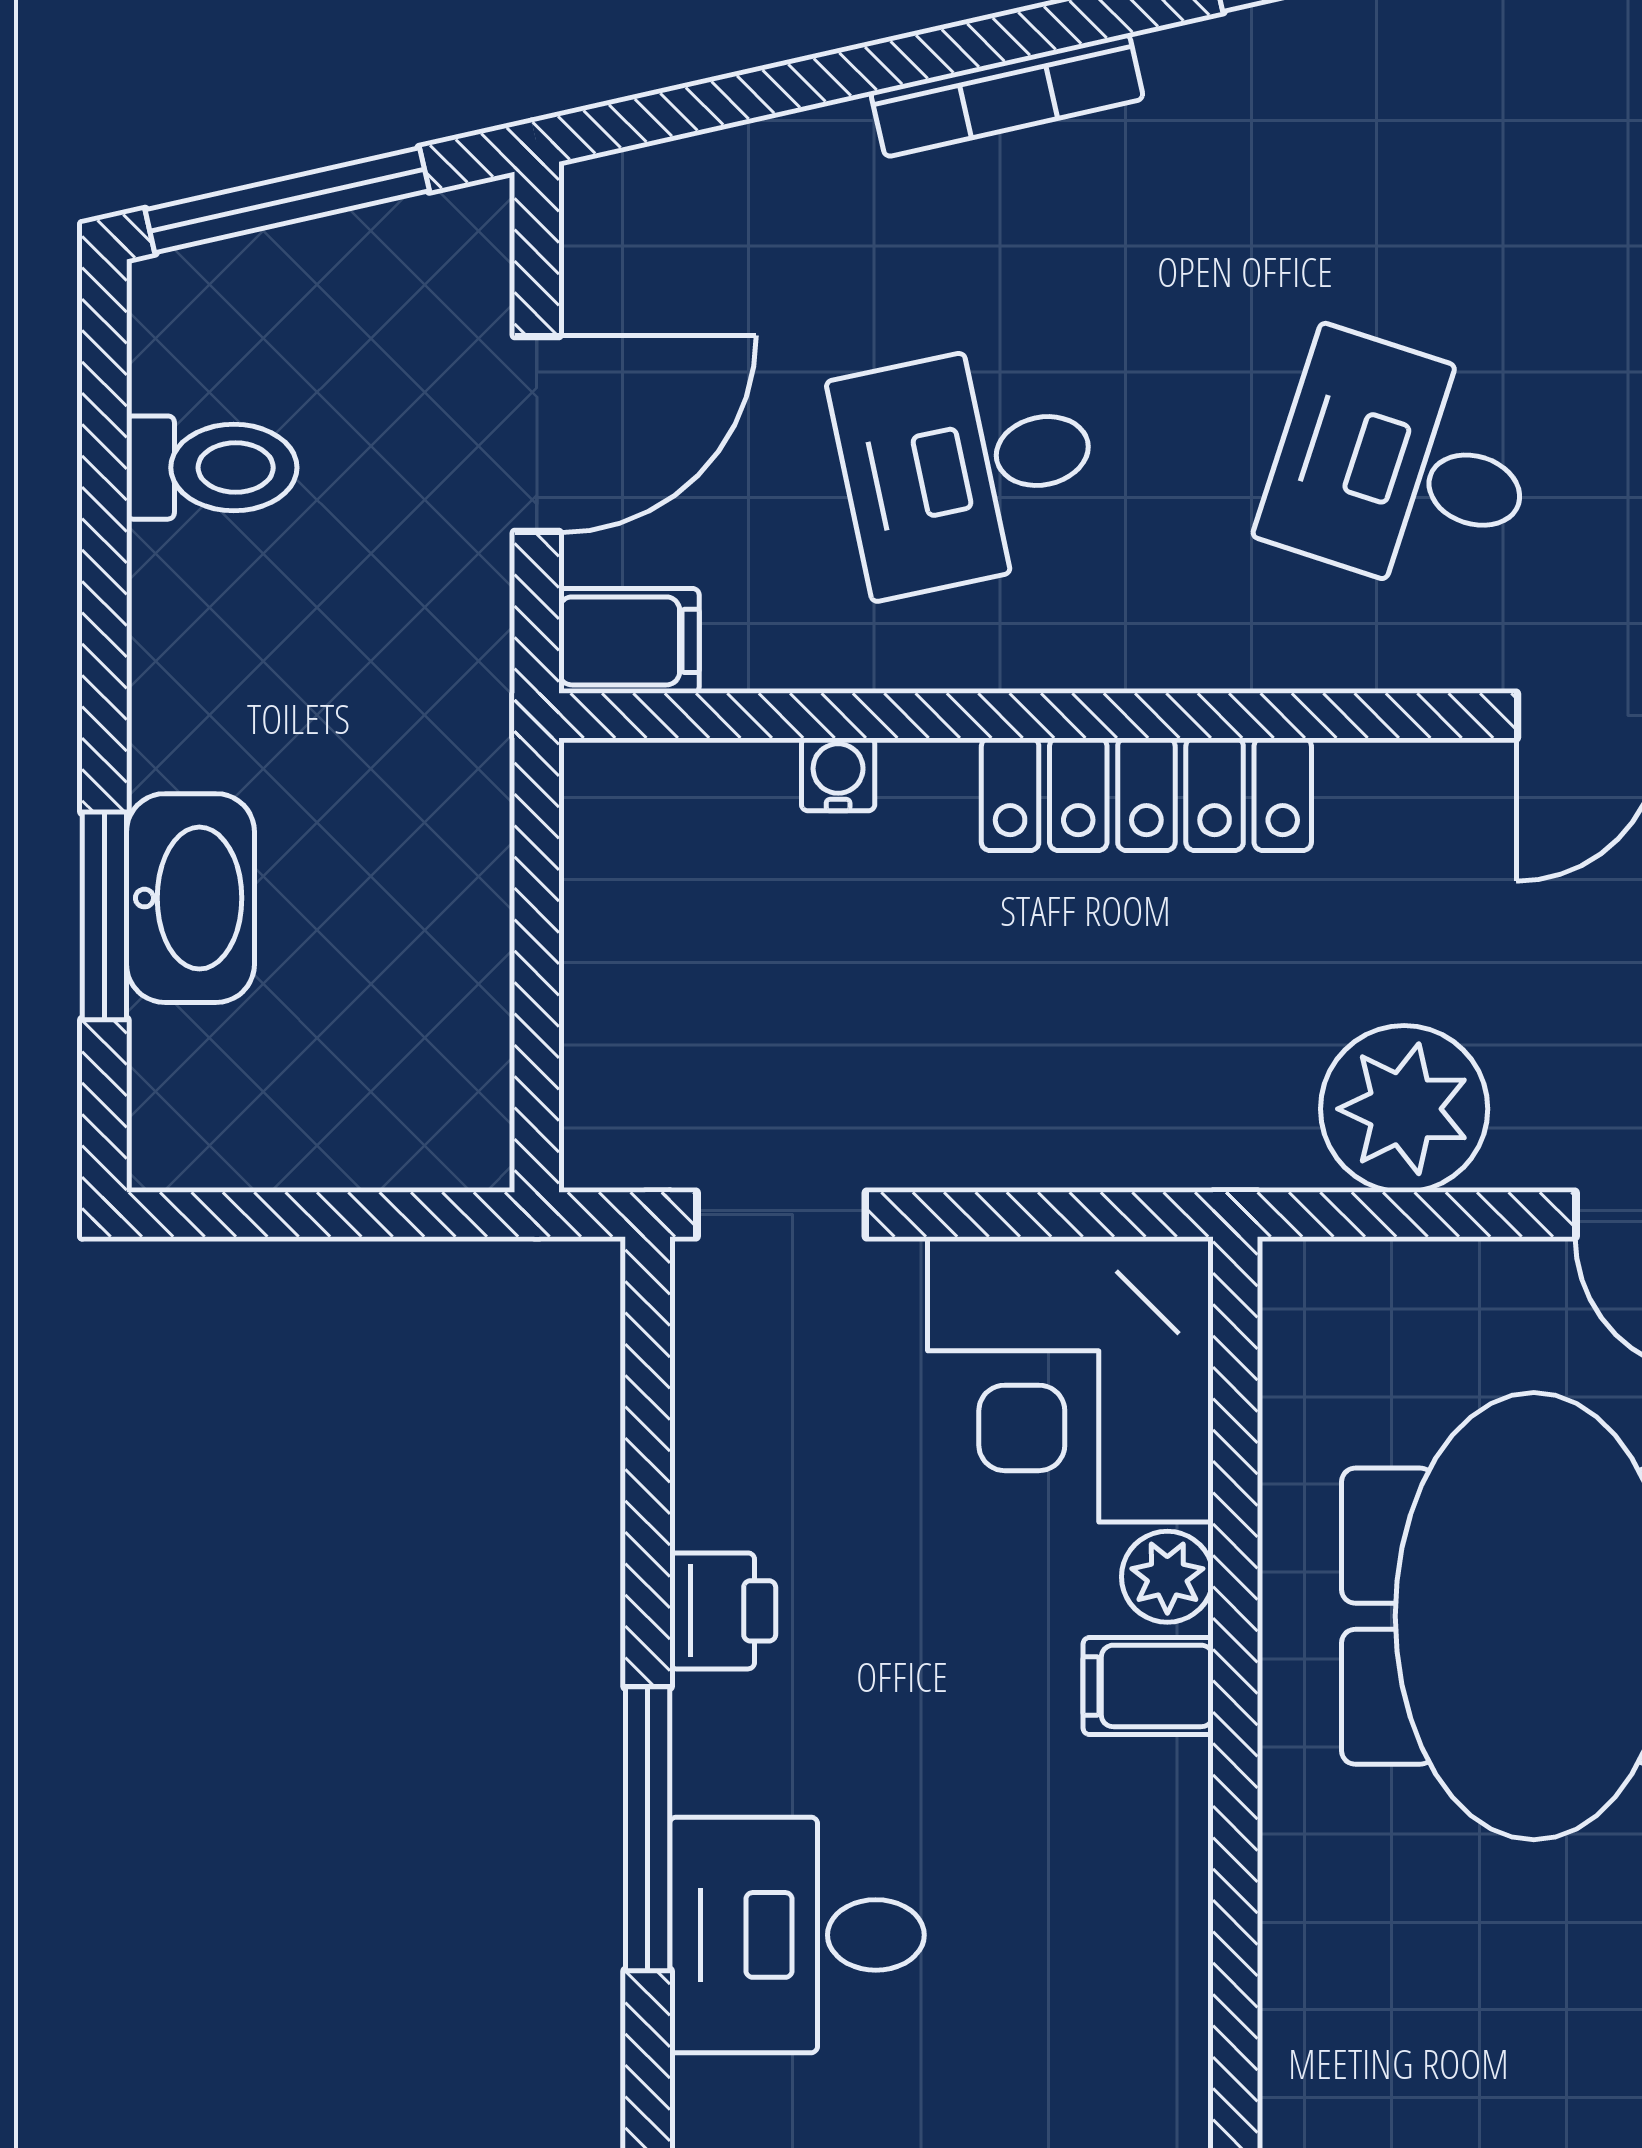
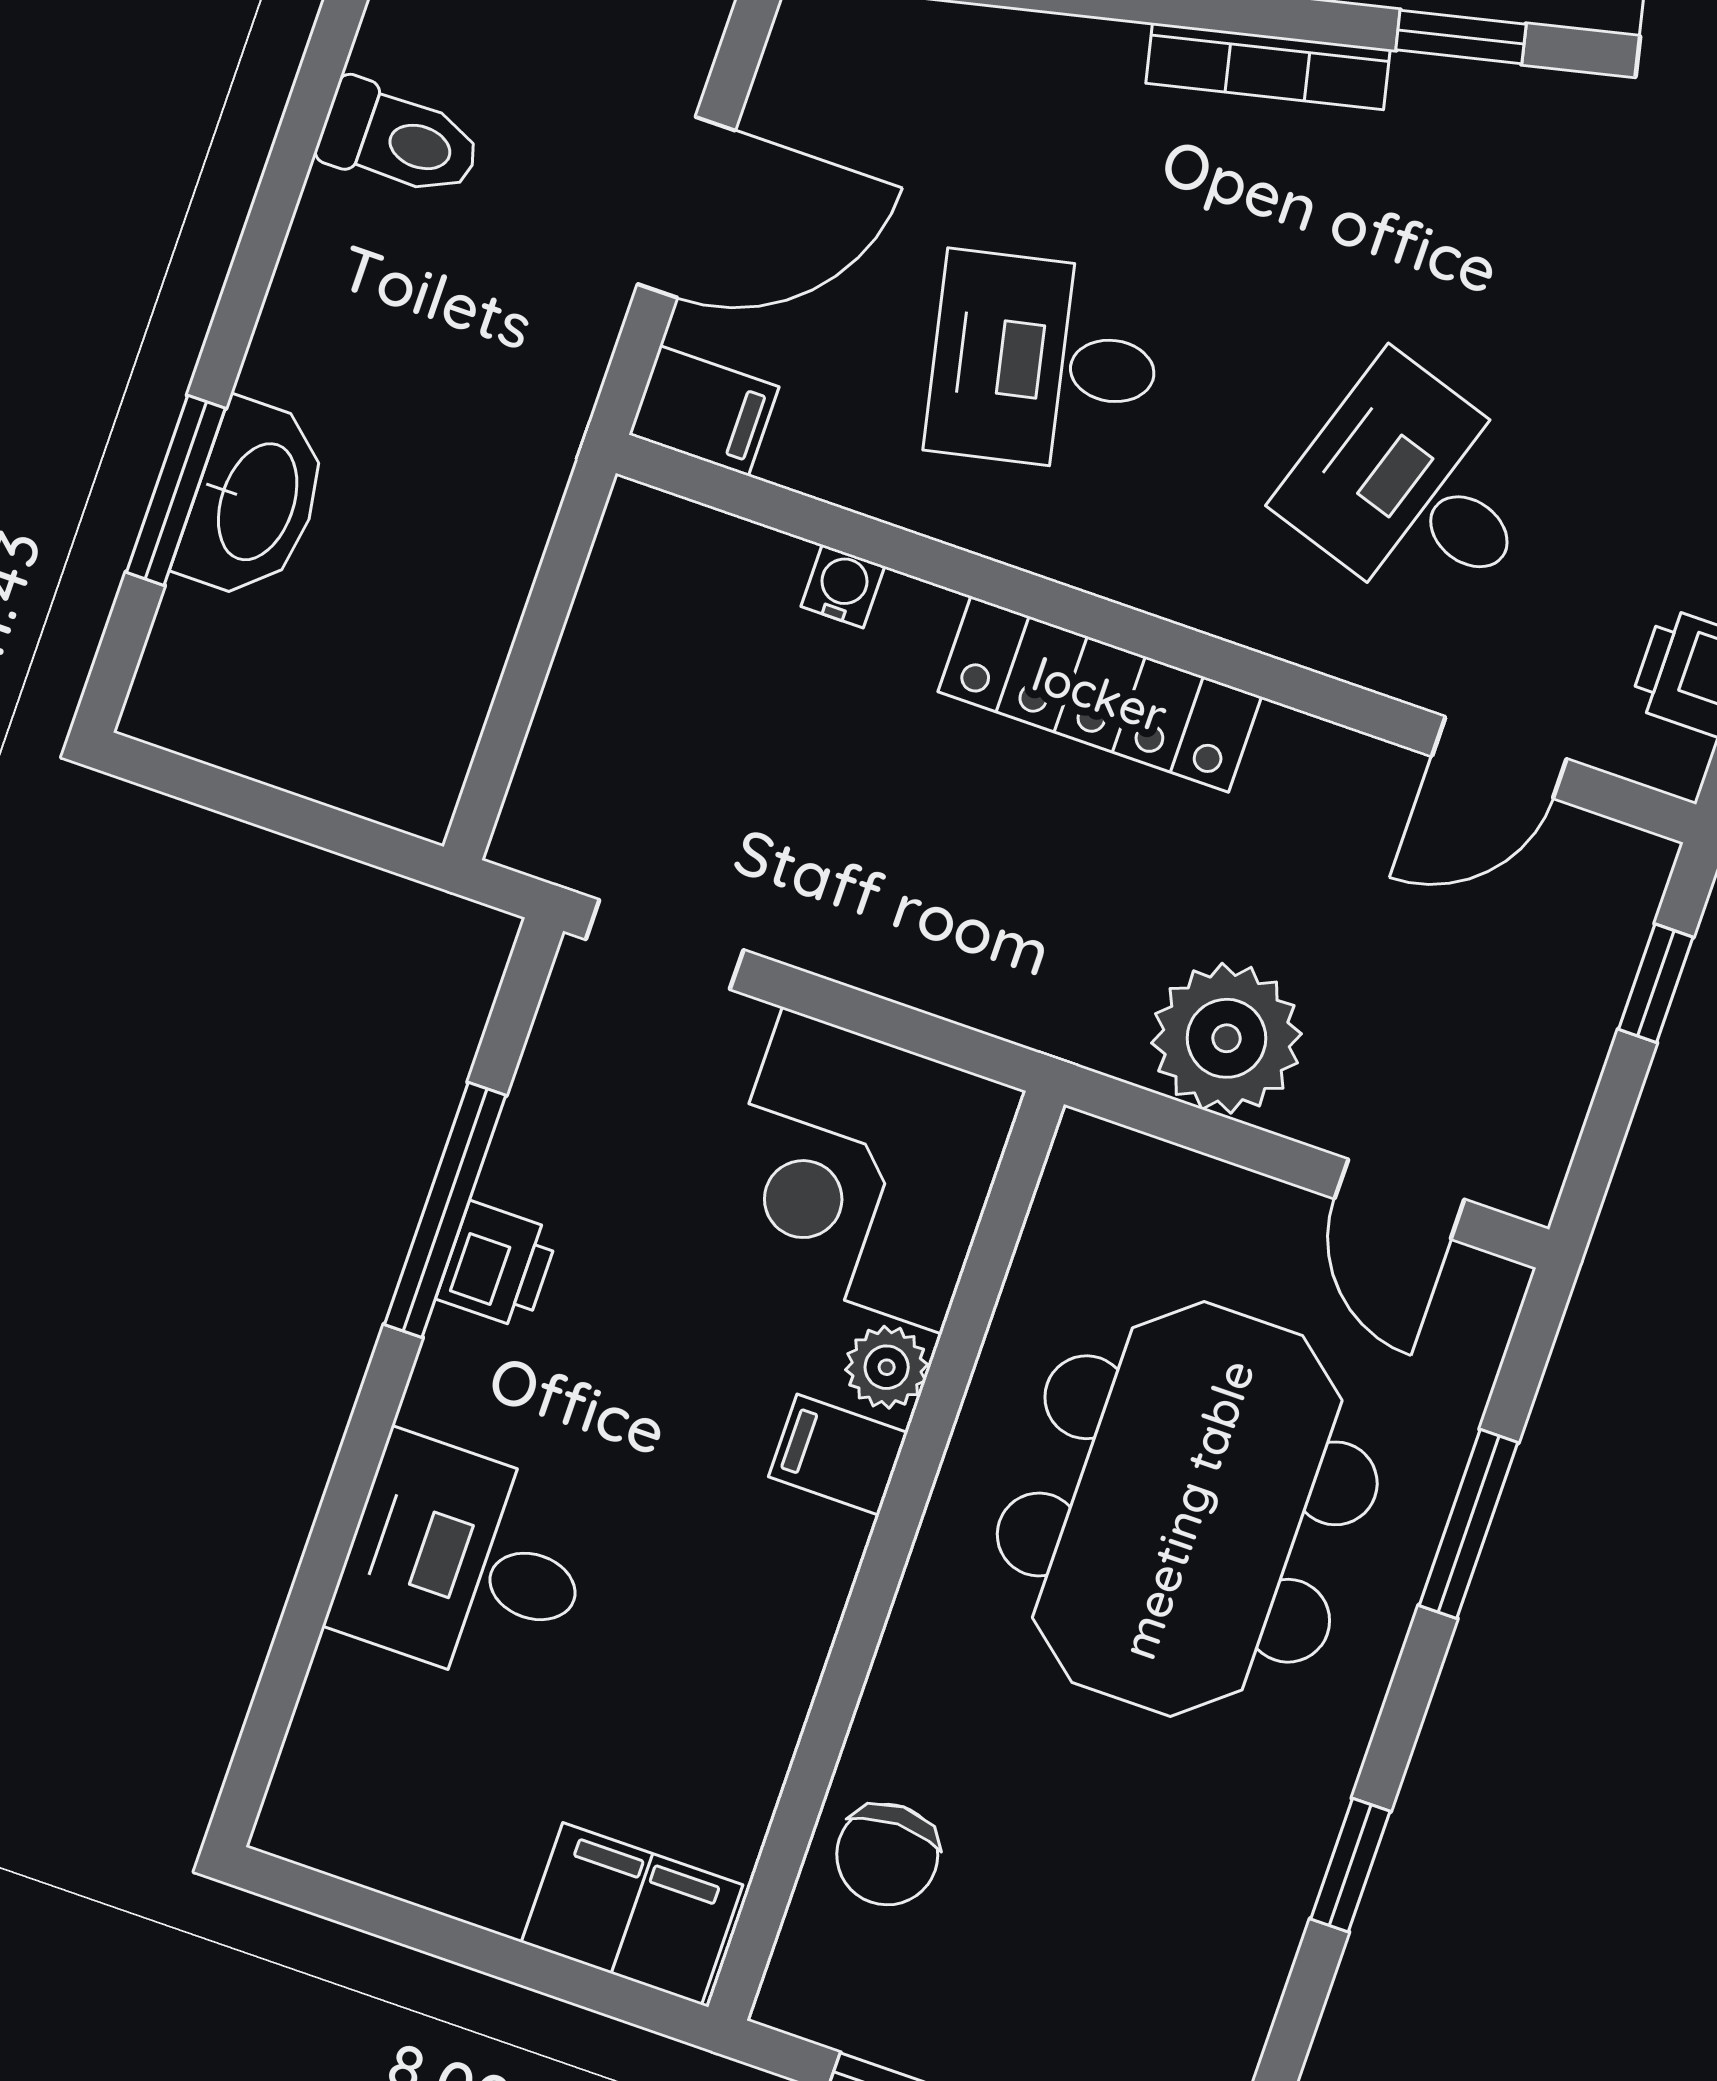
bookcase: (1007, 95) -> (1268, 66), moved
window: (648, 1829) -> (445, 1210), moved
chair: (1345, 2087) -> (887, 1855), added

